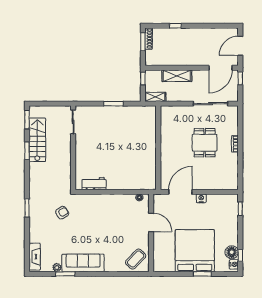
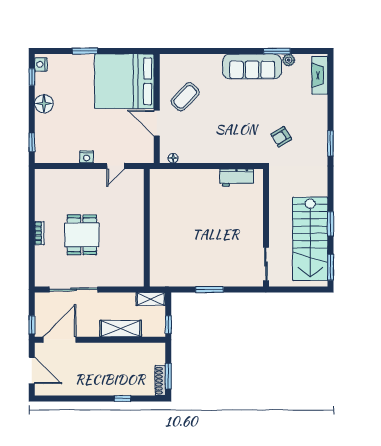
door: (240, 46) -> (32, 370), hinge flipped
stairs: (37, 140) -> (310, 239), width x1.36, depth x1.51
door: (180, 192) -> (116, 166), width x0.53
bed: (195, 251) -> (124, 81), moved, turned 90
floor lamp: (232, 252) -> (44, 104), moved
coffee table: (136, 259) -> (185, 97), moved

